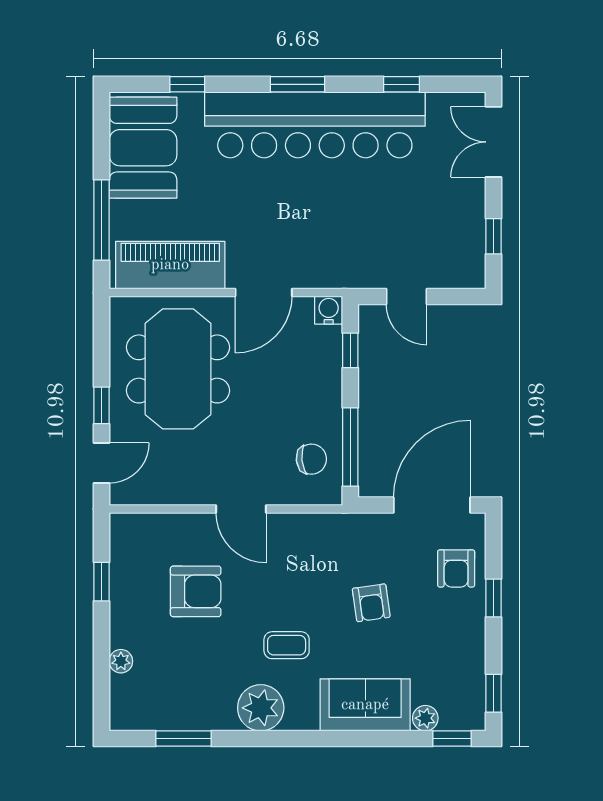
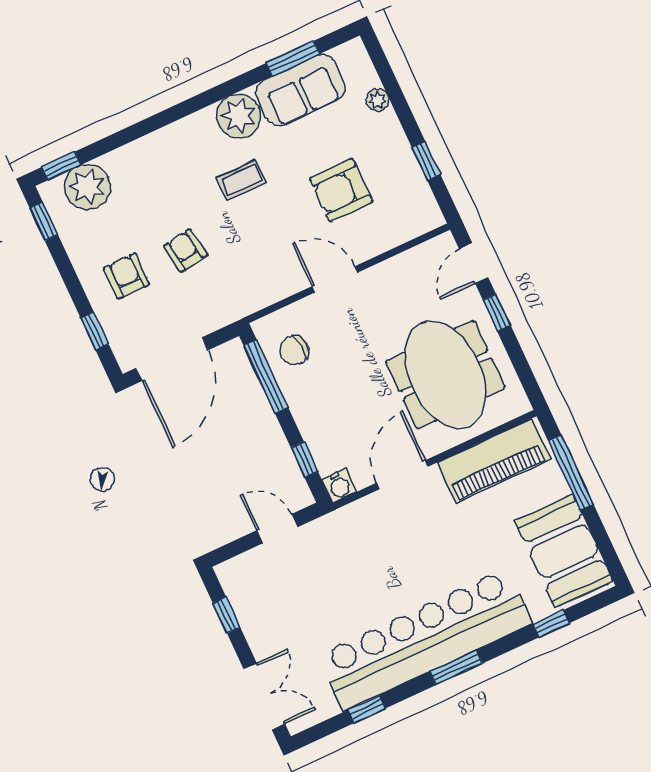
armchair: (456, 568) -> (127, 276), moved
window: (494, 598) -> (95, 331), moved
sofa: (365, 705) -> (301, 90), moved
plant: (425, 718) -> (87, 187), width x1.87, depth x1.87

